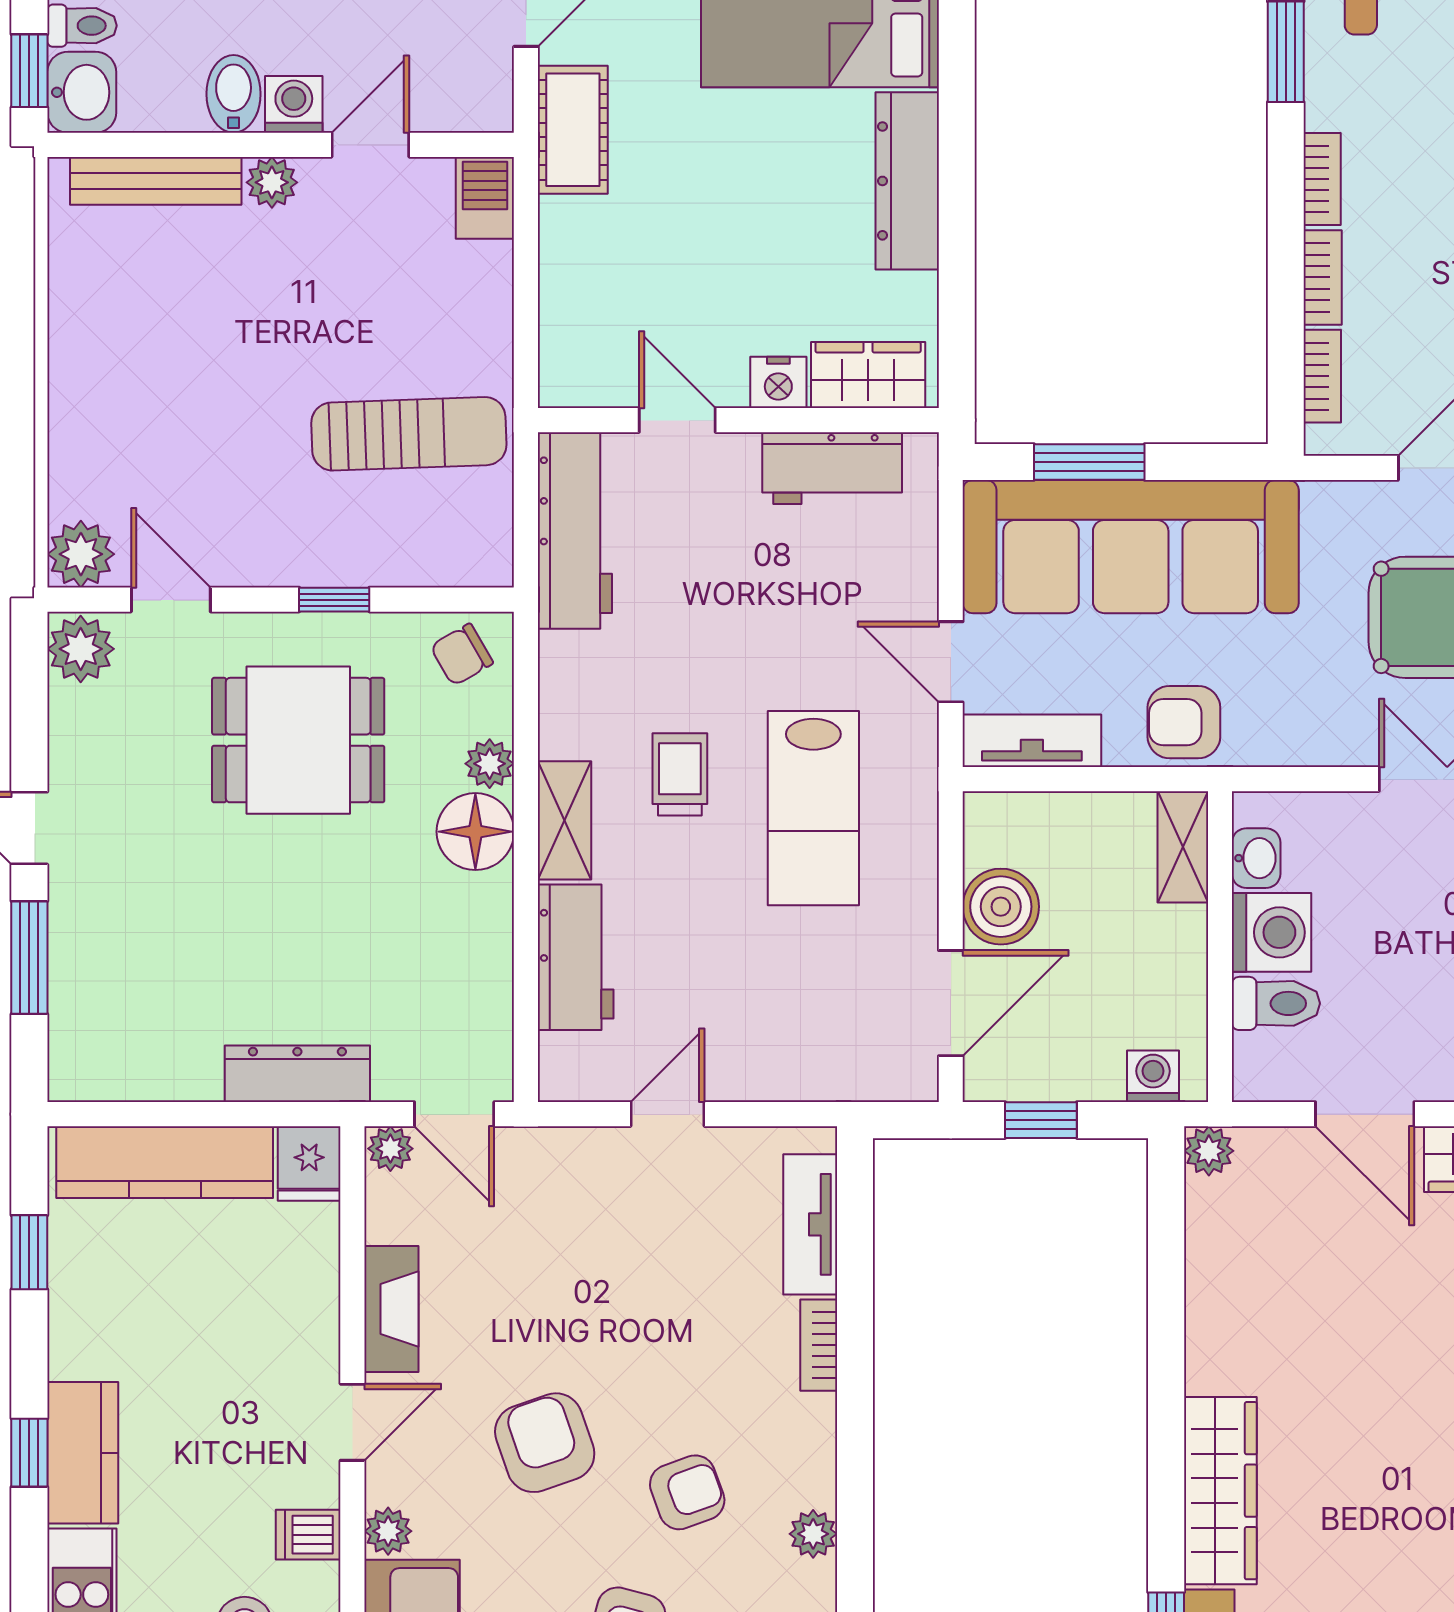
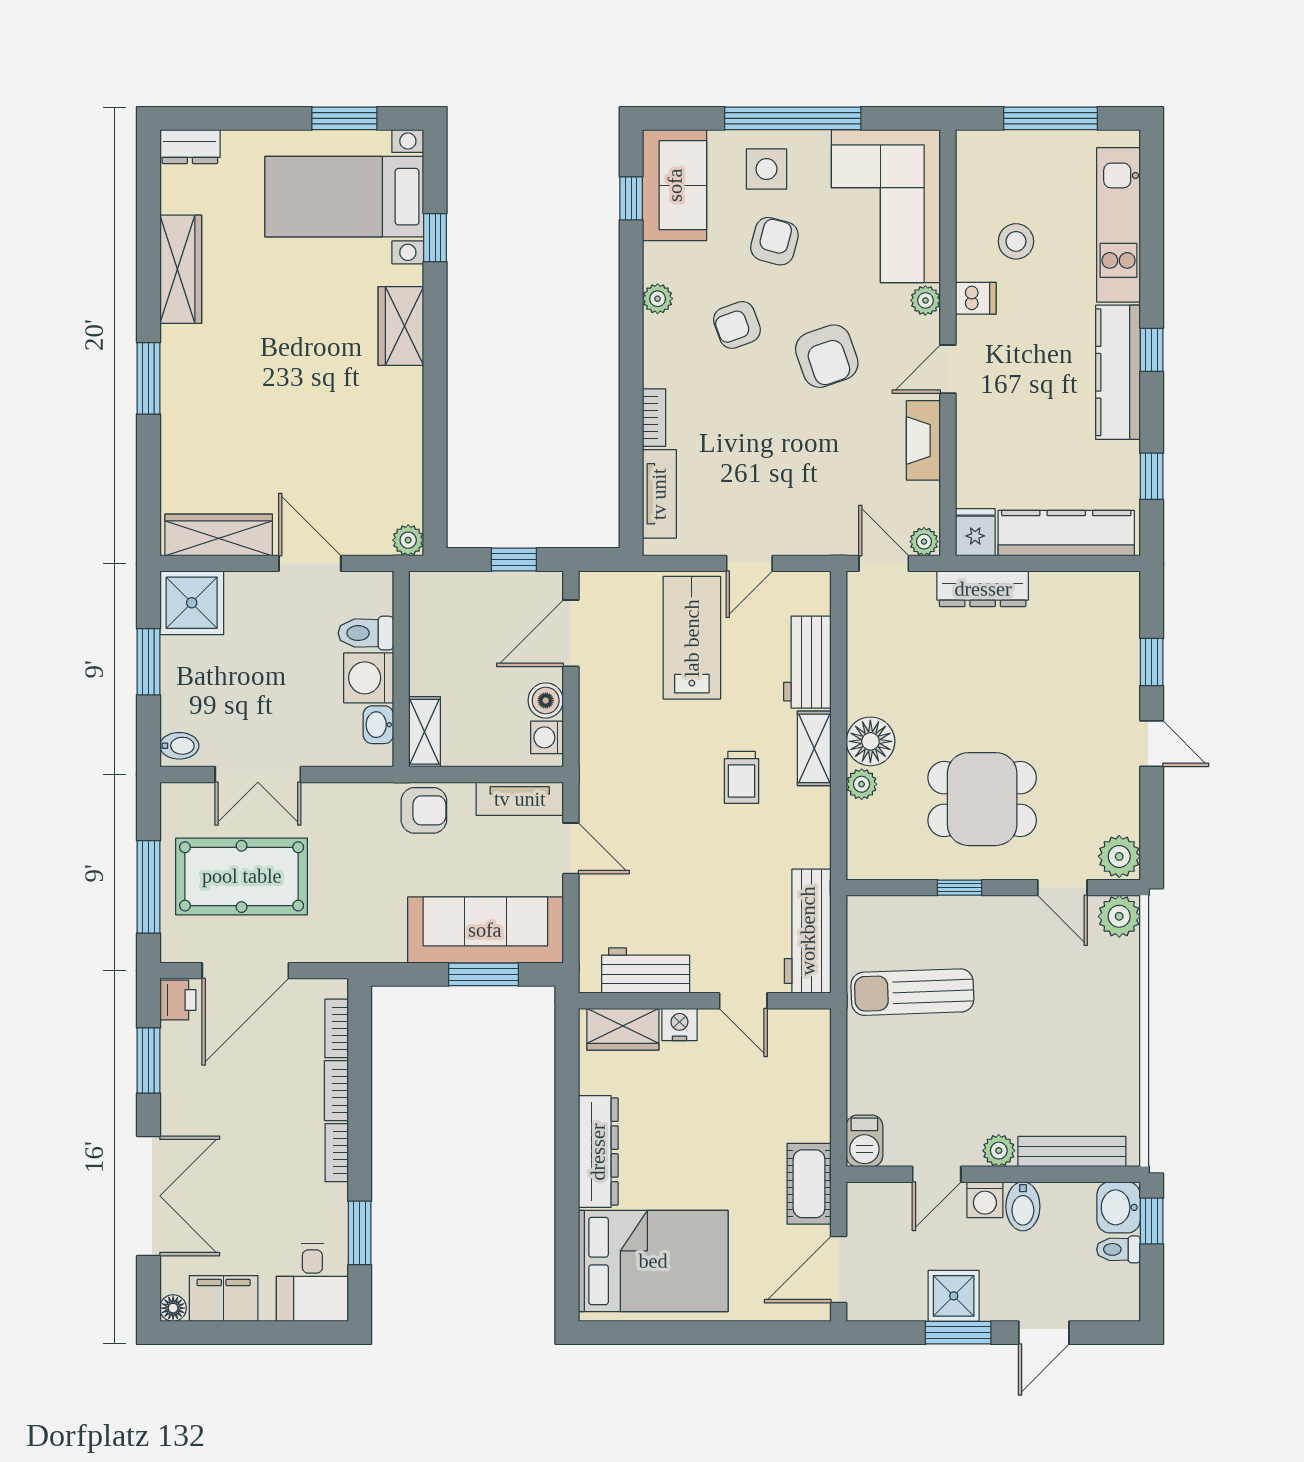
sofa: (1131, 547) -> (485, 930), width x0.74, depth x0.79
chair: (462, 655) -> (879, 853), removed
lab bench: (813, 808) -> (692, 638), moved
boiler: (1001, 907) -> (546, 700), width x0.73, depth x0.73
window: (29, 958) -> (1152, 662), width x0.67
washing machine: (1153, 1076) -> (547, 737), moved, turned 90
kitchen counter: (83, 1453) -> (1118, 372), width x1.50
wardrobe: (1220, 1491) -> (401, 326), width x0.67

